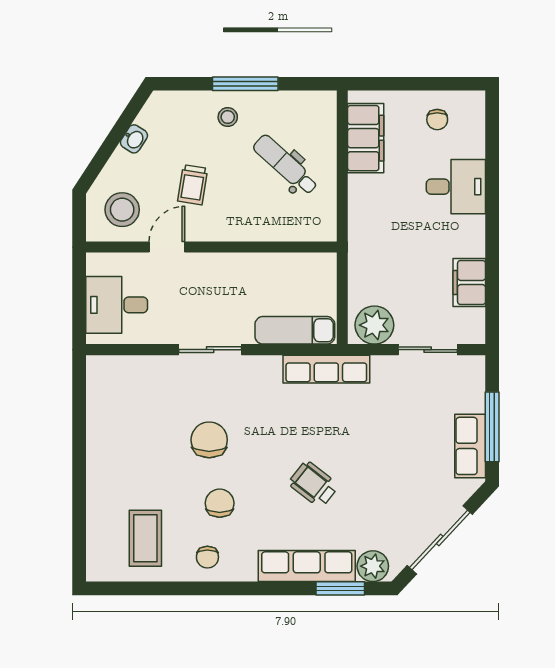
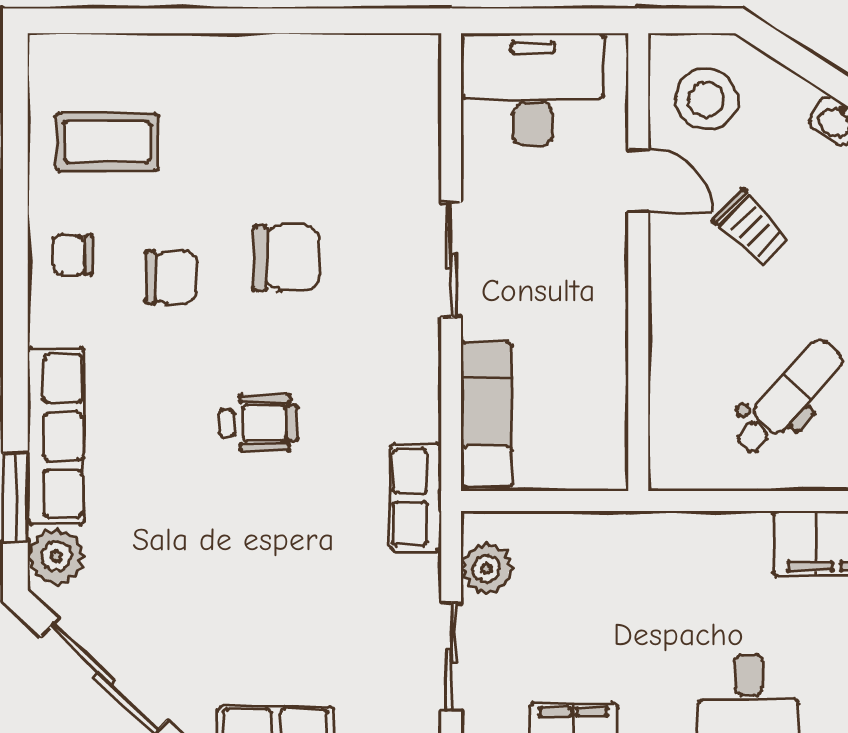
trolley: (193, 185) -> (752, 228), turned -145
desk: (117, 305) -> (533, 89), width x1.37
plant: (374, 325) -> (487, 569), width x0.73, depth x0.73
row of seats: (326, 369) -> (416, 497), width x0.68
wheelchair: (314, 484) -> (259, 423), moved, turned 52

